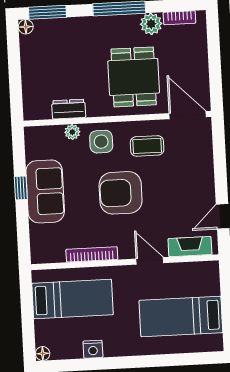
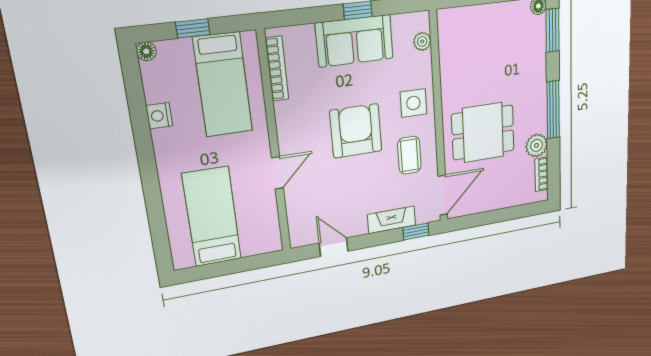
dresser: (69, 109) -> (449, 62), removed
plant: (72, 132) -> (422, 41), moved
window: (219, 141) -> (416, 231), added
fireplace: (190, 247) -> (392, 220), moved, turned -90
bookcase: (92, 254) -> (277, 69), moved
window: (28, 318) -> (193, 28), added

